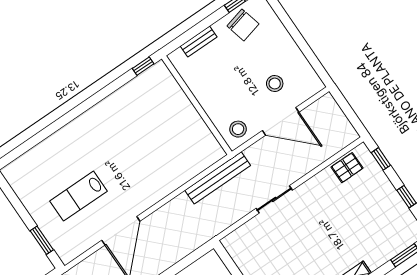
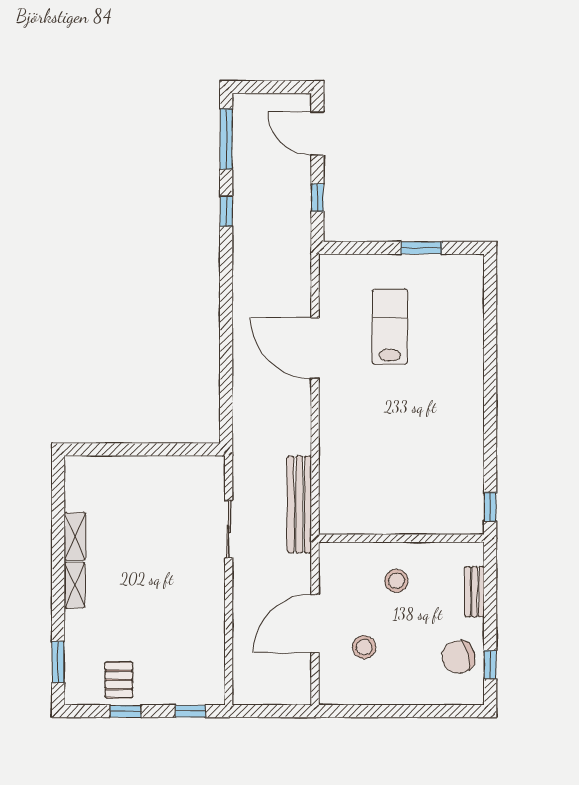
stool: (238, 129) -> (396, 581), moved
pallet: (347, 168) -> (119, 680), moved
sliding door: (274, 199) -> (229, 529), moved
window: (42, 240) -> (421, 248), moved

